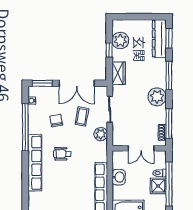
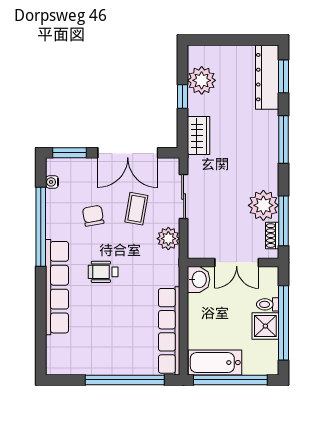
plant: (157, 97) -> (263, 205), moved
washbasin: (119, 177) -> (199, 279), moved

